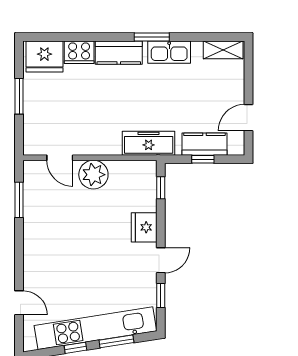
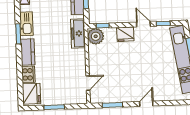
plant: (93, 175) -> (96, 36), moved
door: (19, 303) -> (146, 104), moved

